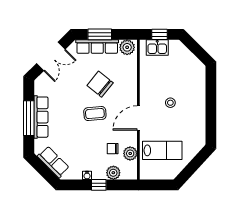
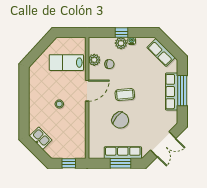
plant: (127, 47) -> (97, 152), removed
kitchen sink: (157, 48) -> (41, 138), moved, turned 45
double door: (51, 56) -> (163, 144), swing flipped
plant: (113, 173) -> (121, 43), moved

